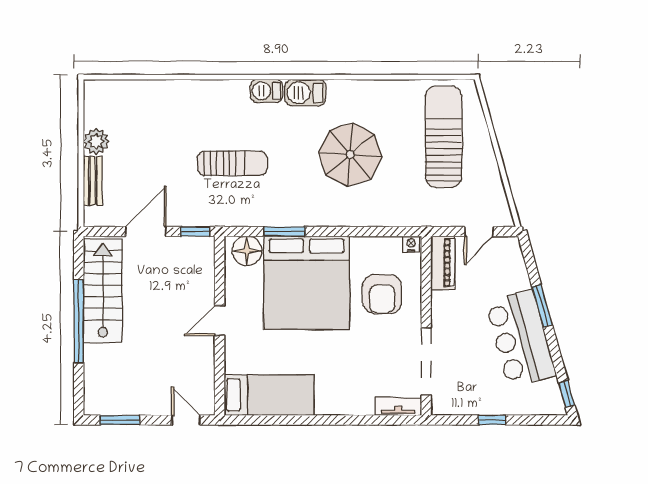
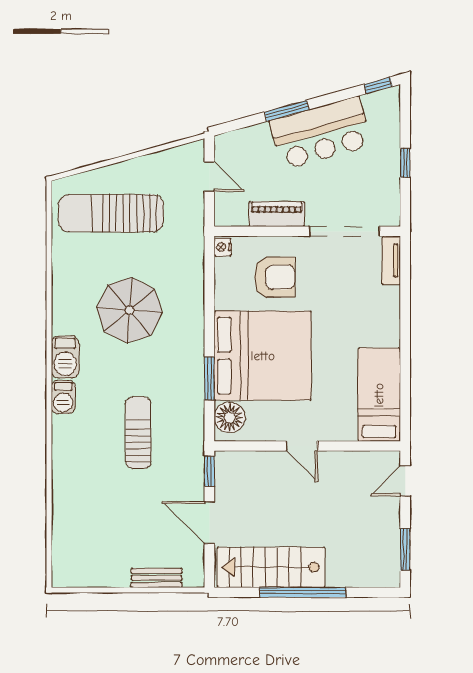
plant: (96, 141) -> (116, 574), removed
piano: (443, 263) -> (277, 214), moved

